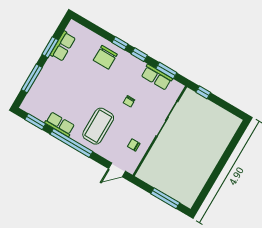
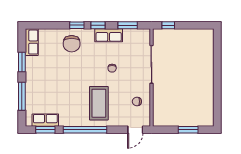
row of seats: (63, 46) -> (32, 42), moved
row of seats: (157, 77) -> (109, 35), moved
row of seats: (60, 124) -> (45, 120), moved
window: (165, 198) -> (188, 130), width x0.69

